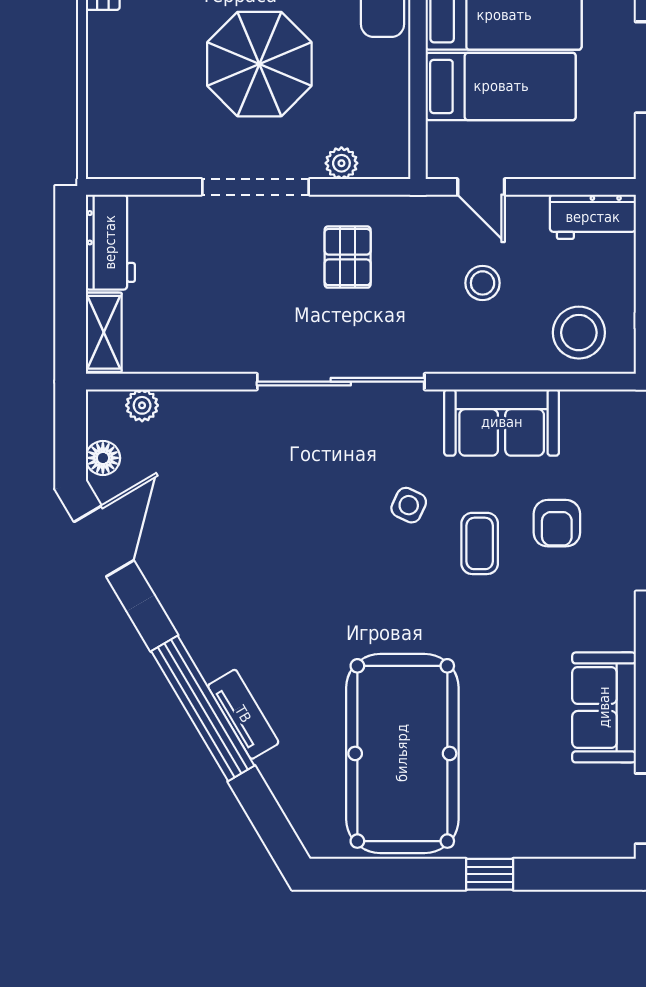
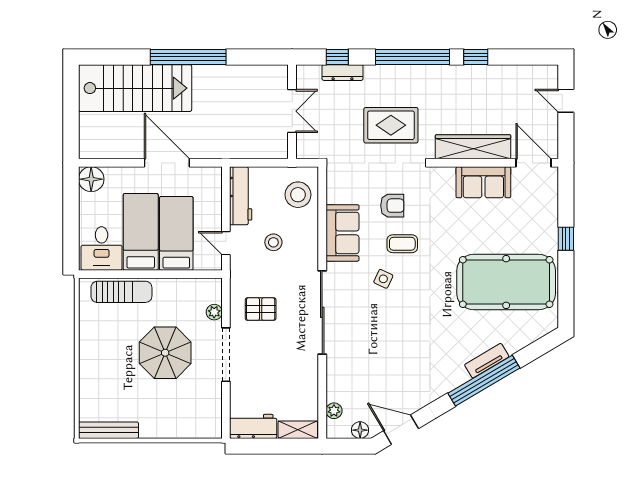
door: (481, 187) -> (226, 243), swing flipped
workbench: (593, 217) -> (241, 196), width x1.37

